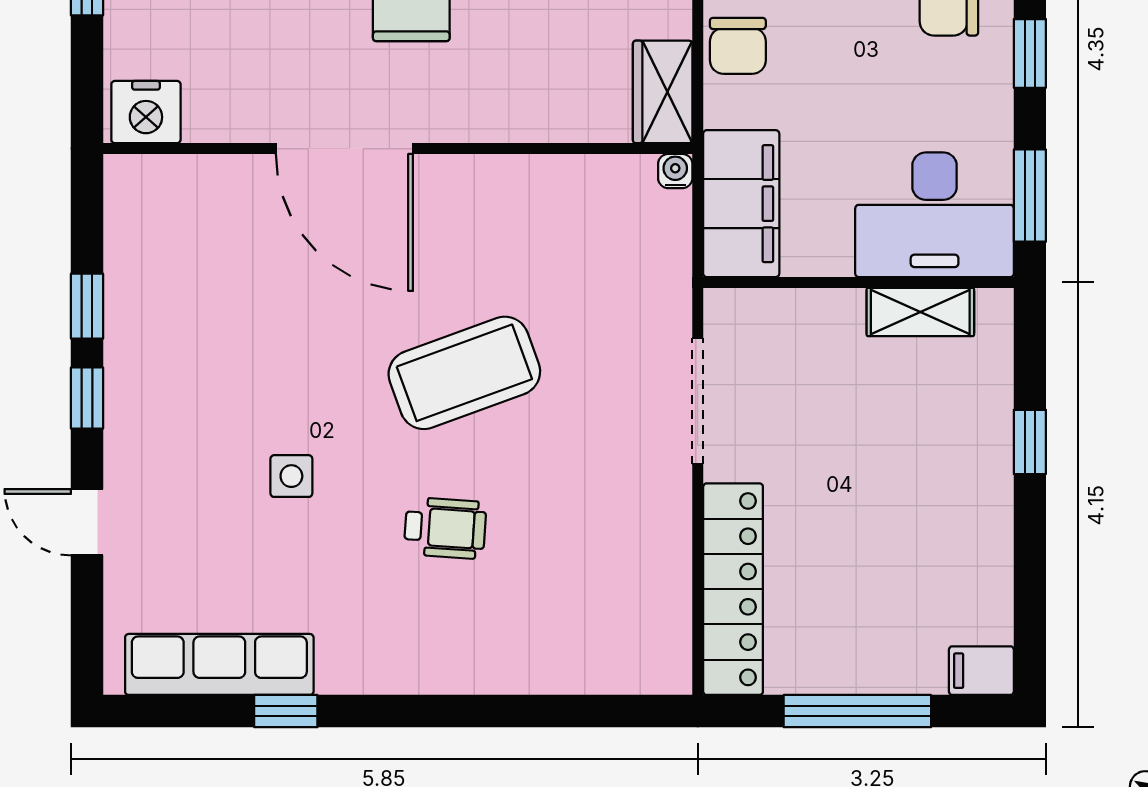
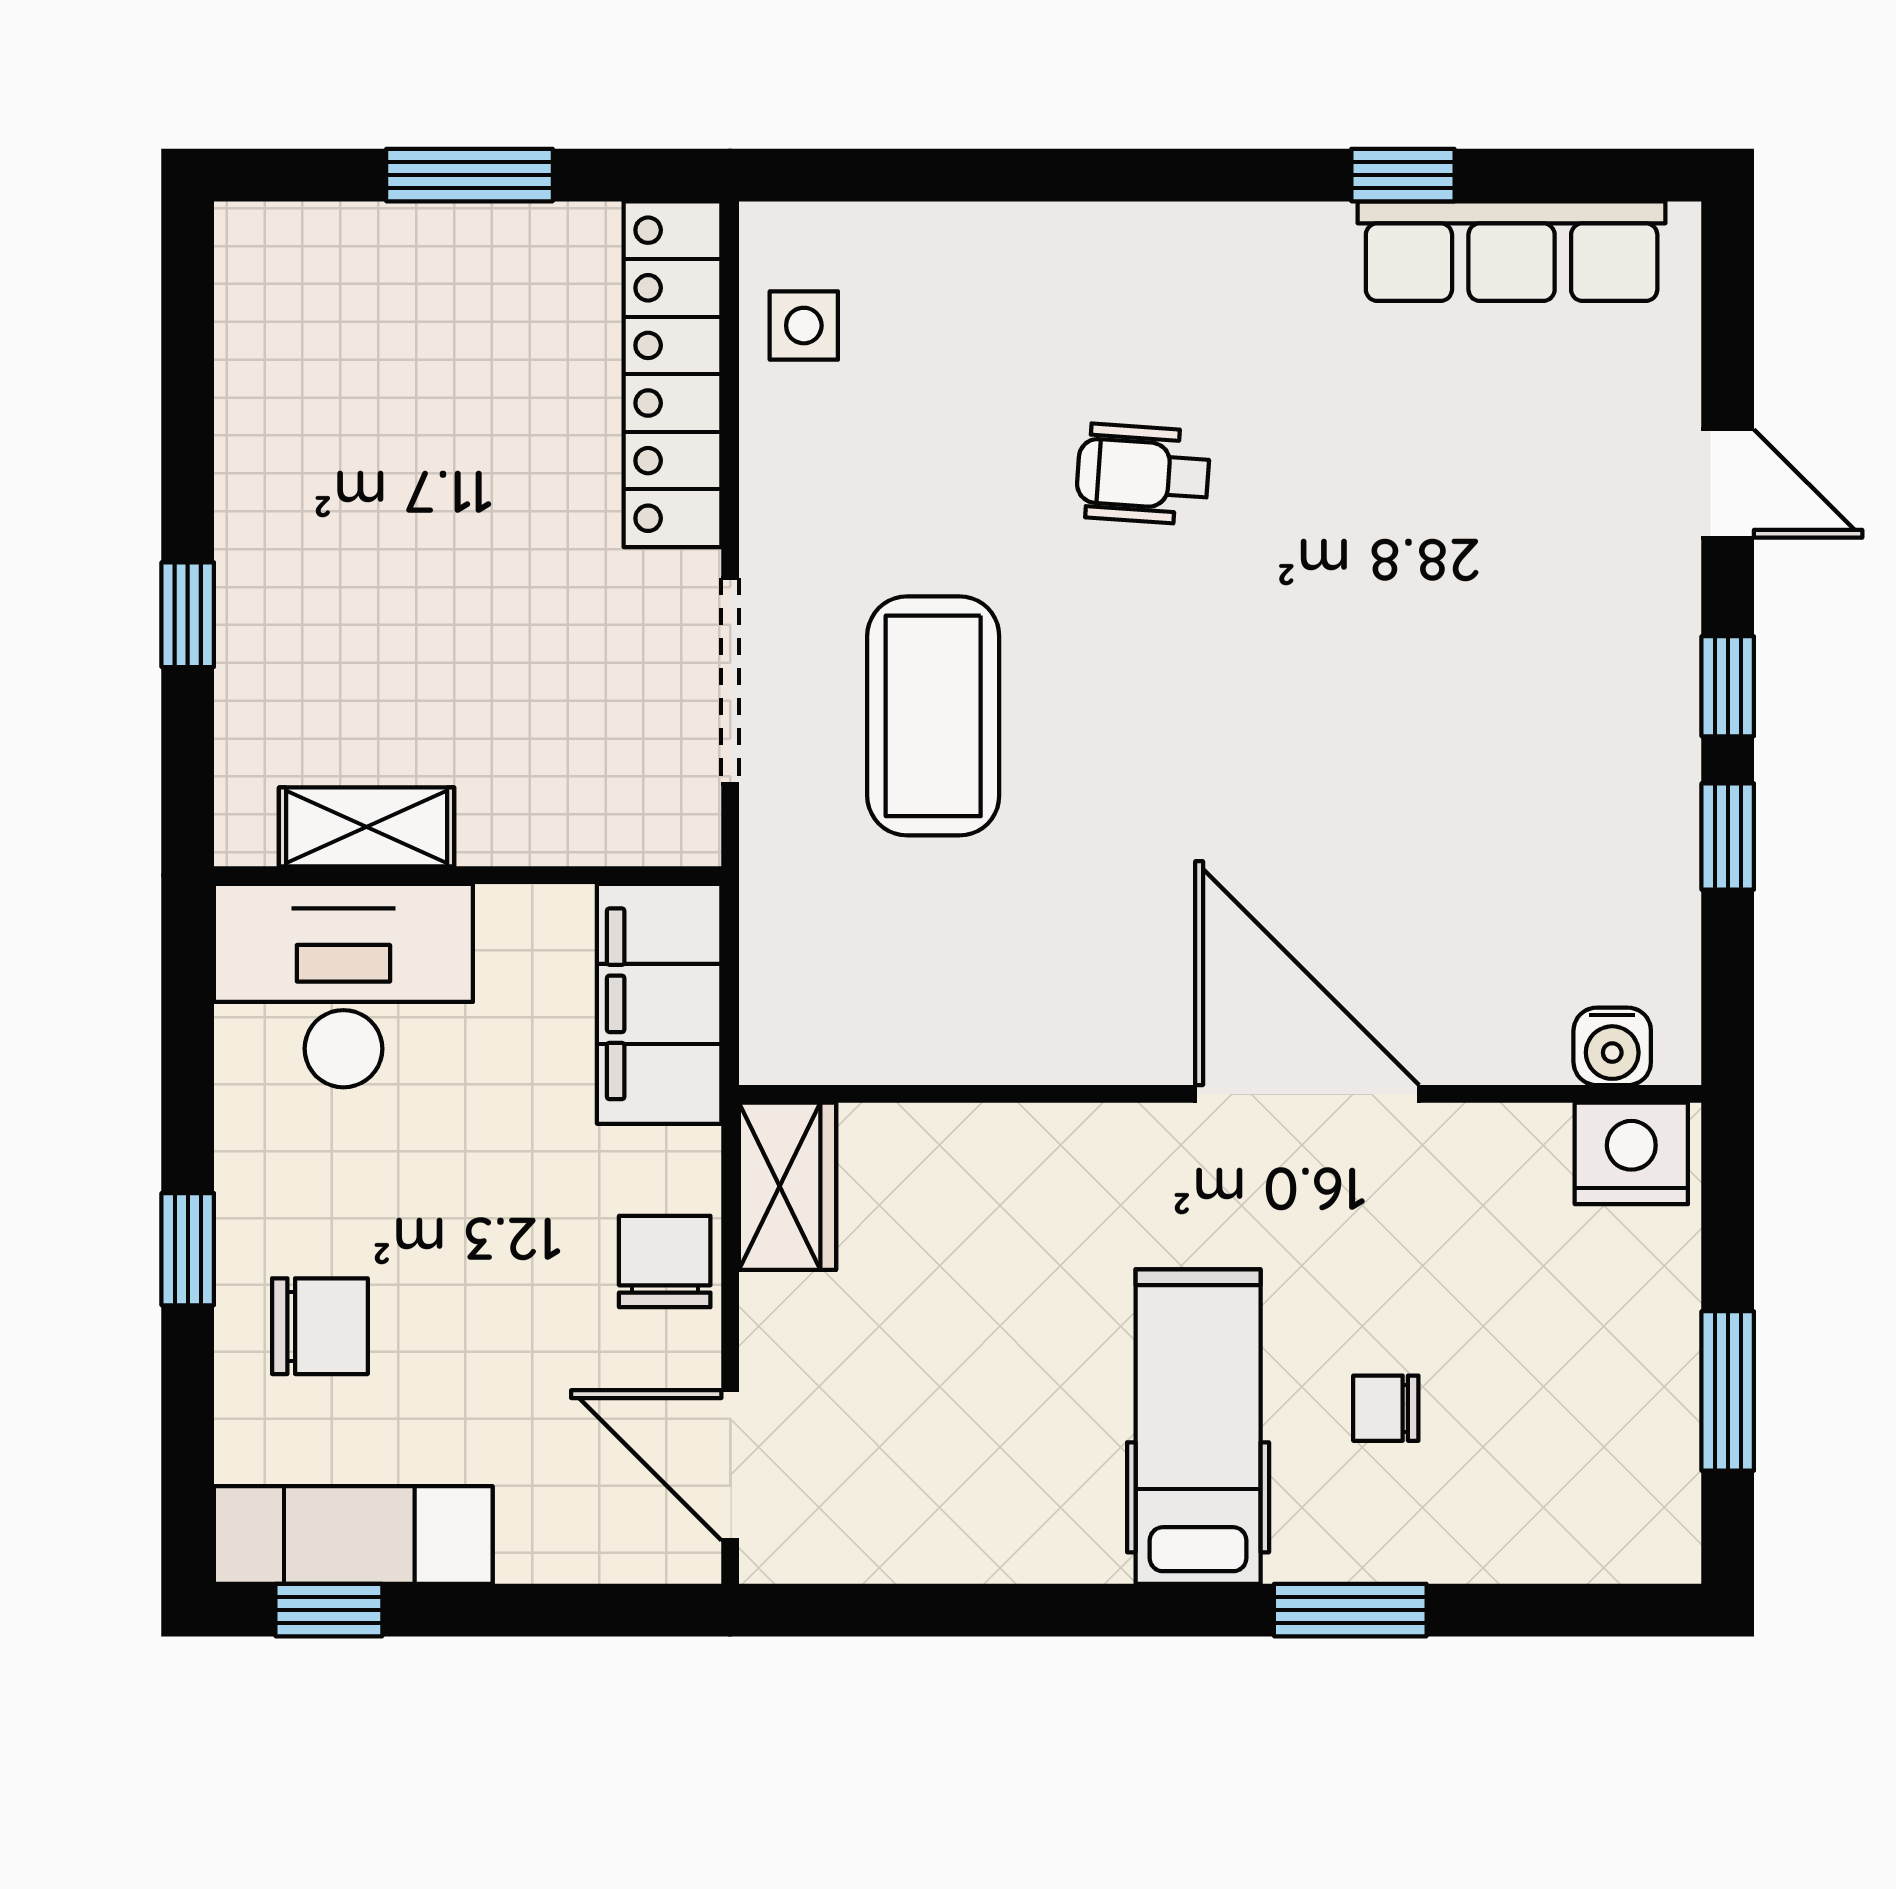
water cooler: (675, 171) -> (1612, 1046), moved, width x1.38, depth x1.38
window: (1030, 196) -> (188, 1017), removed
coffee table: (464, 373) -> (933, 716), moved, turned -70
side table: (291, 476) -> (804, 326), moved
filing cabinet: (981, 671) -> (267, 241), removed
window: (857, 711) -> (469, 175), width x0.69

